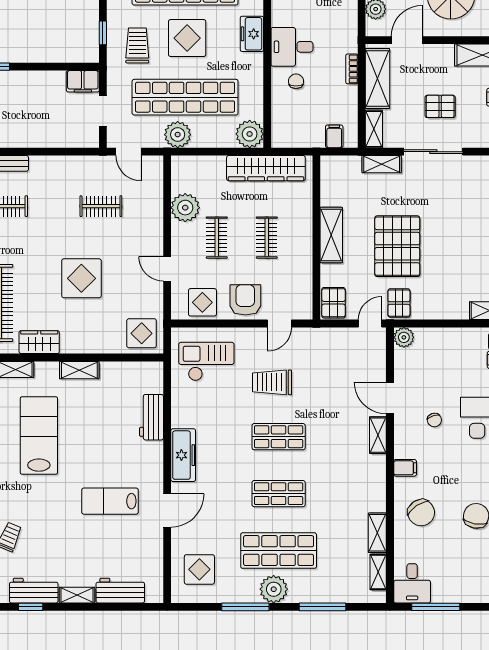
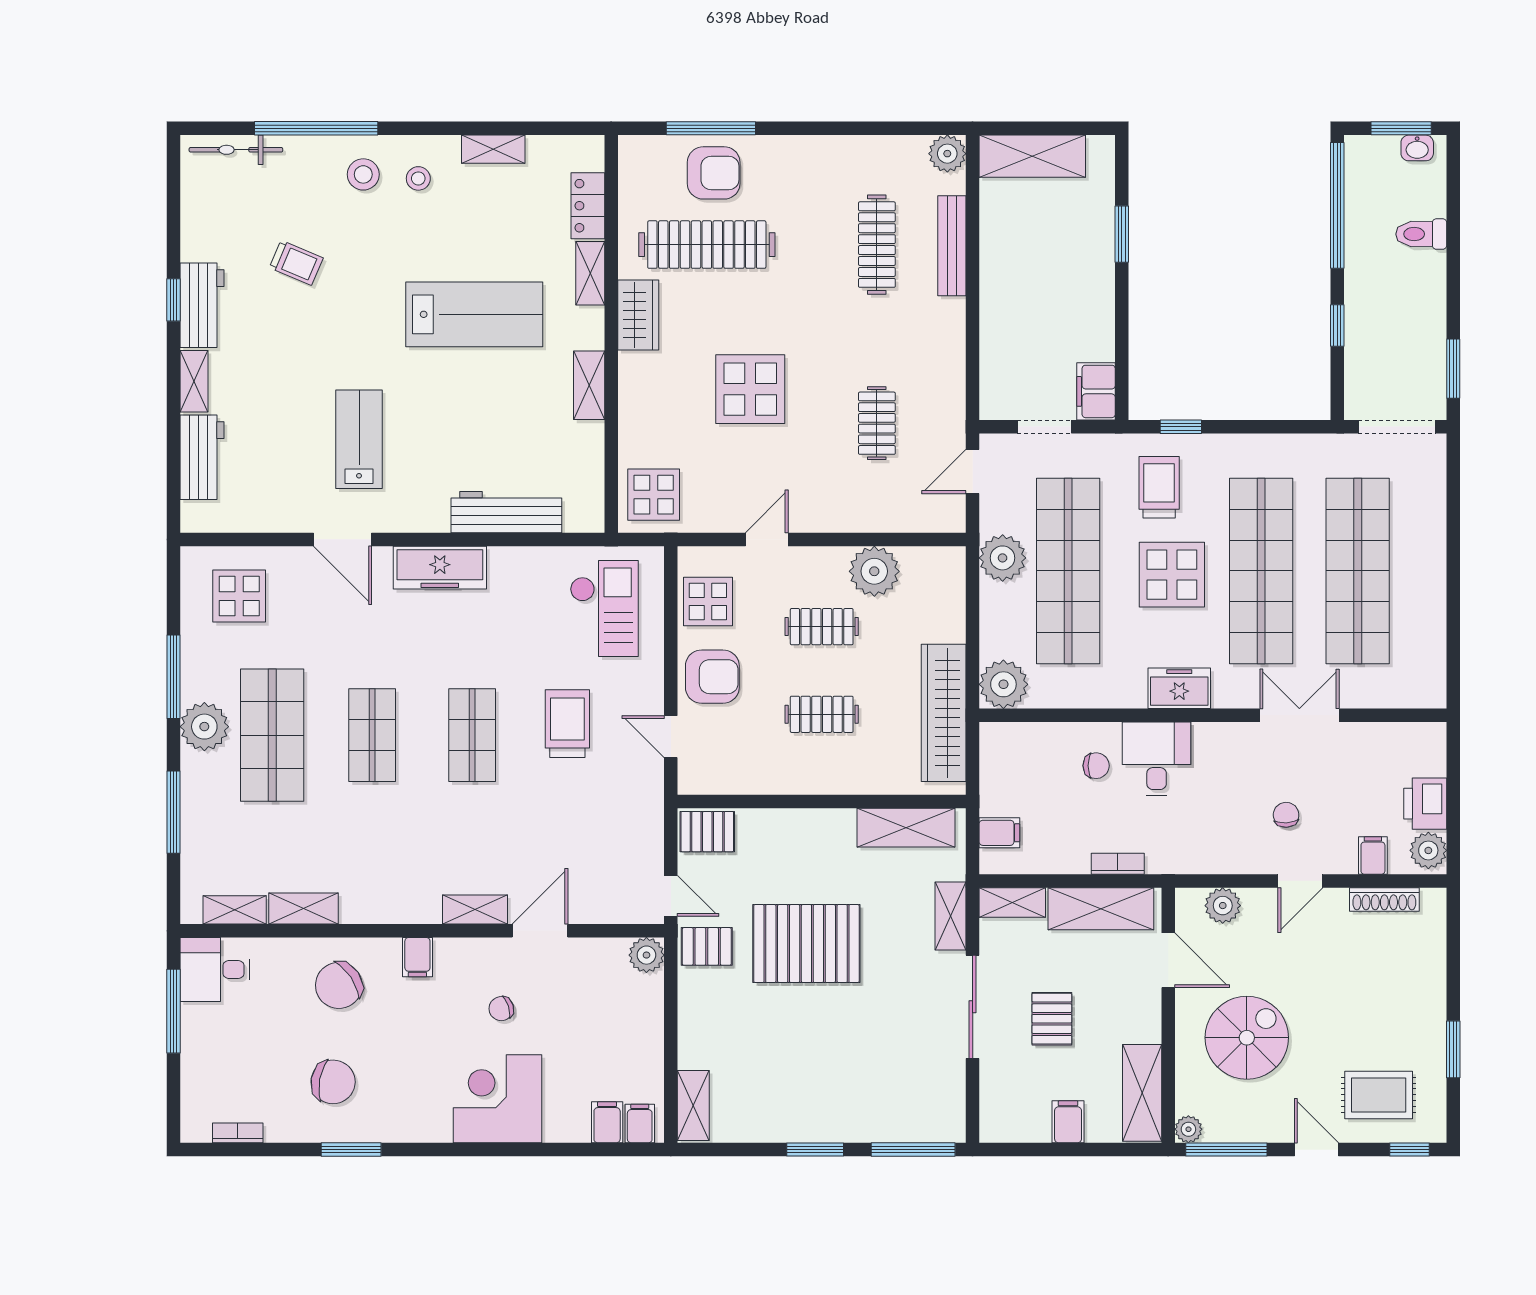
trolley: (137, 45) -> (1159, 487), turned -90
shelving: (331, 235) -> (906, 828), moved
workbench: (152, 417) -> (506, 512), width x1.38

